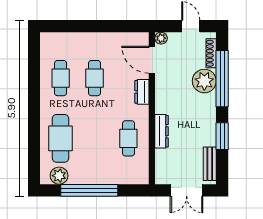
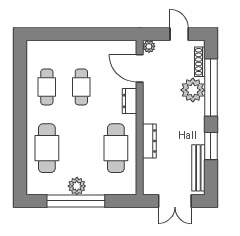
cafe table: (128, 138) -> (116, 148), width x1.37, depth x1.35
bench: (210, 164) -> (198, 168), width x1.36
plant: (59, 176) -> (77, 186), moved

